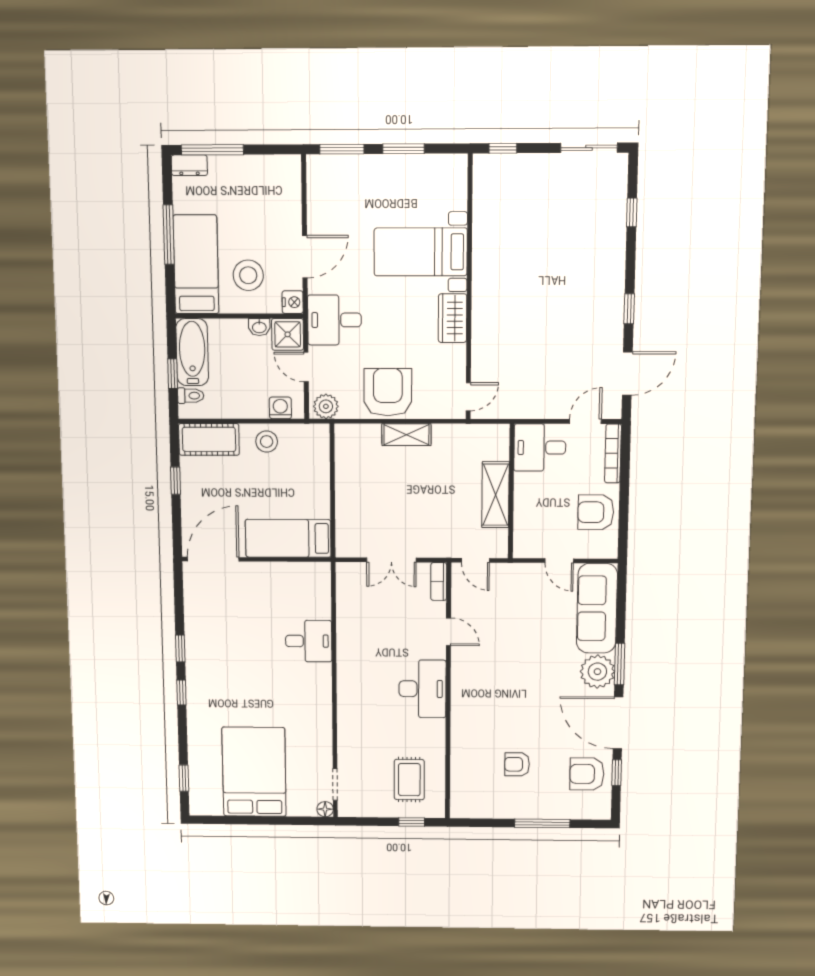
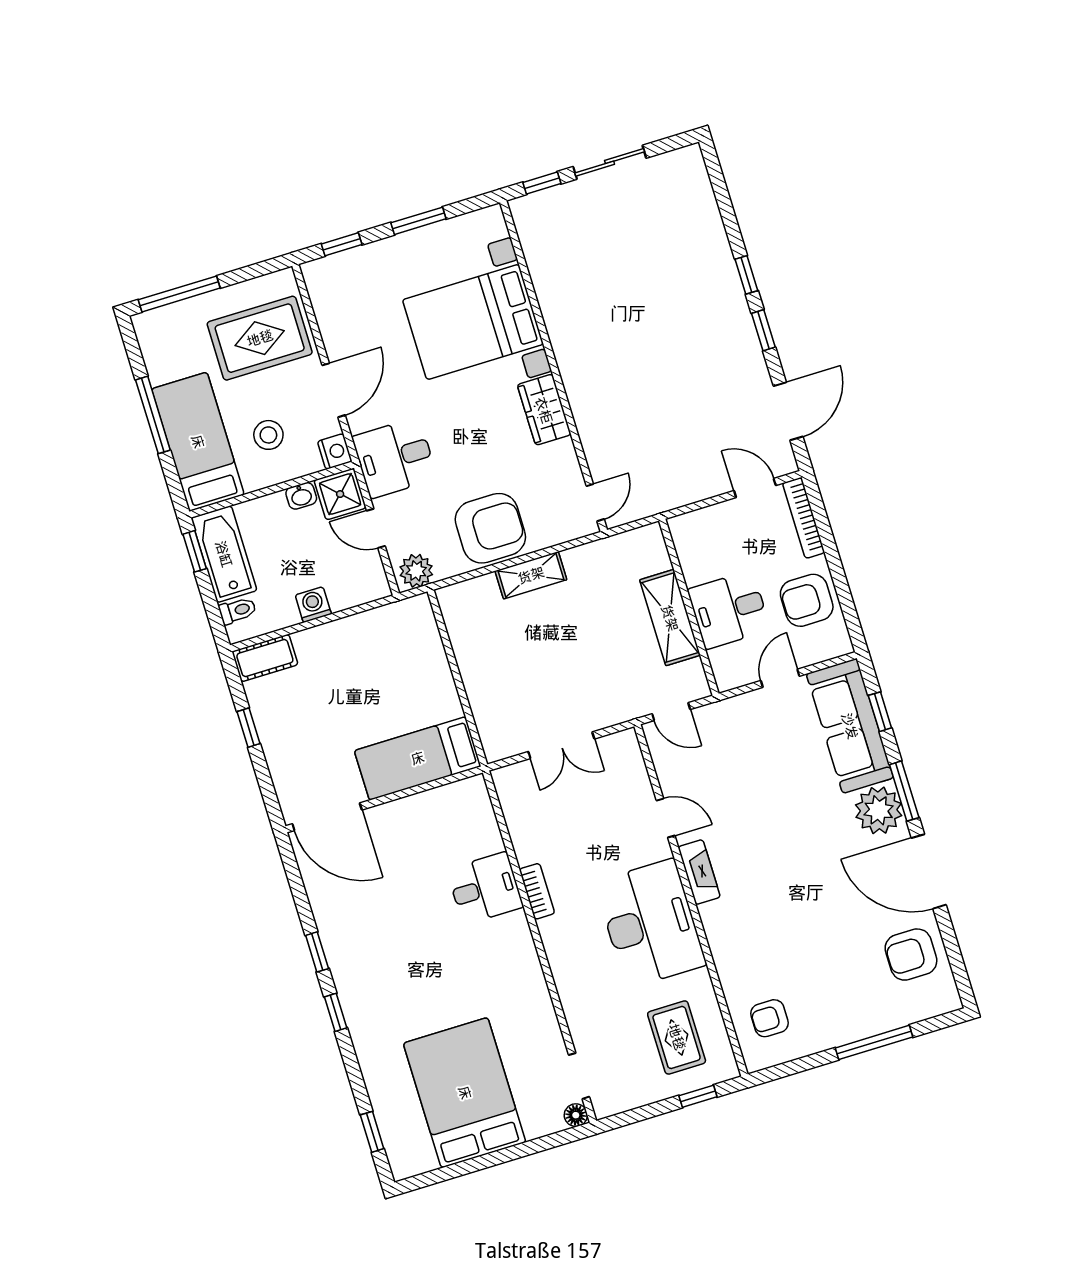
sliding door: (589, 148) -> (610, 162), moved
window: (342, 149) -> (342, 244), width x0.67
dresser: (189, 165) -> (155, 322), removed
rug: (262, 201) -> (260, 338), added
window: (632, 212) -> (746, 275), moved
bed with nightstands: (421, 252) -> (473, 322), width x1.36
stool: (248, 275) -> (268, 435), width x0.73, depth x0.73
window: (173, 374) -> (195, 551), moved
armchair: (388, 392) -> (490, 528), turned 90
washing machine: (280, 408) -> (313, 605), moved
door: (585, 421) -> (755, 488), hinge flipped
cot: (209, 439) -> (265, 658), width x0.73, depth x0.75
stool: (267, 442) -> (353, 640), removed
desk: (540, 448) -> (729, 610), moved
door: (213, 559) -> (327, 817), swing flipped
door: (559, 561) -> (780, 678), swing flipped
bookcase: (439, 581) -> (537, 891), moved, turned 180
fireplace: (460, 675) -> (699, 872), added
desk: (422, 689) -> (651, 923), width x1.36, depth x1.30
armchair: (517, 764) -> (769, 1018), moved
window: (617, 773) -> (880, 712), moved

